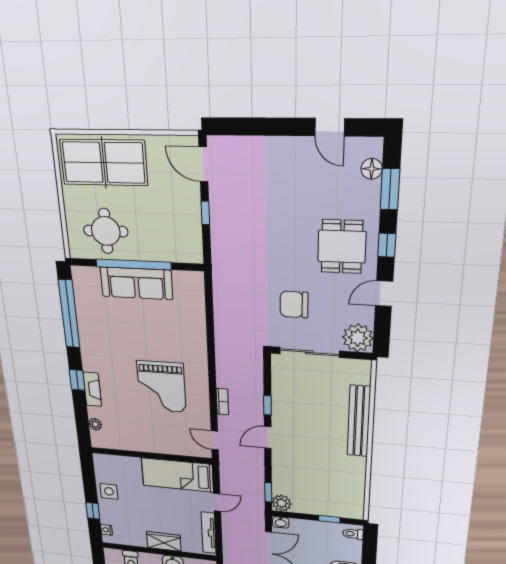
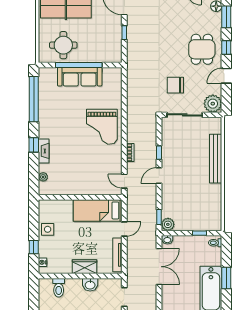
grand piano: (161, 387) -> (102, 127), moved

